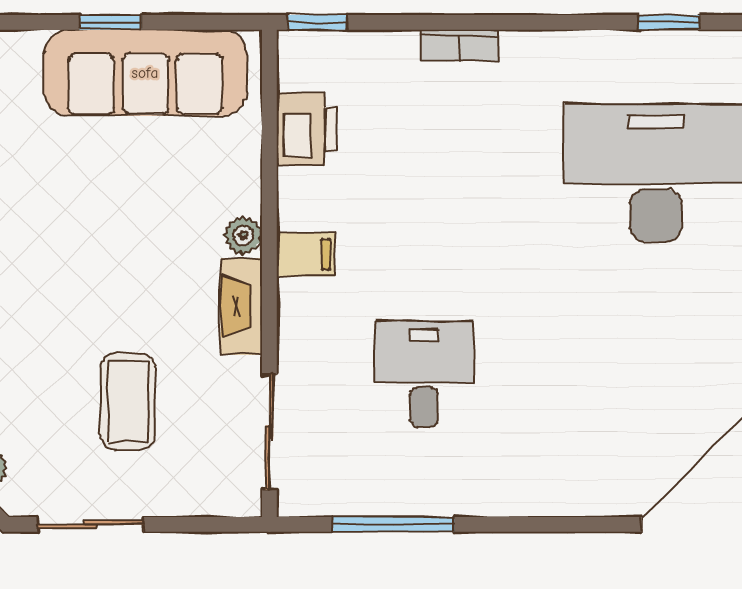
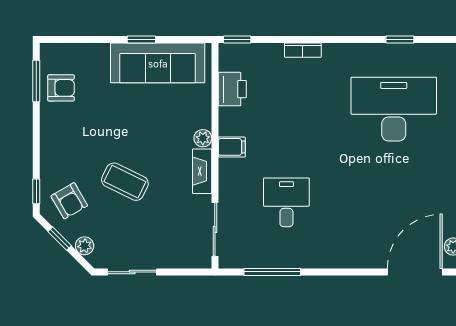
coffee table: (128, 401) -> (125, 182), moved, turned -64

